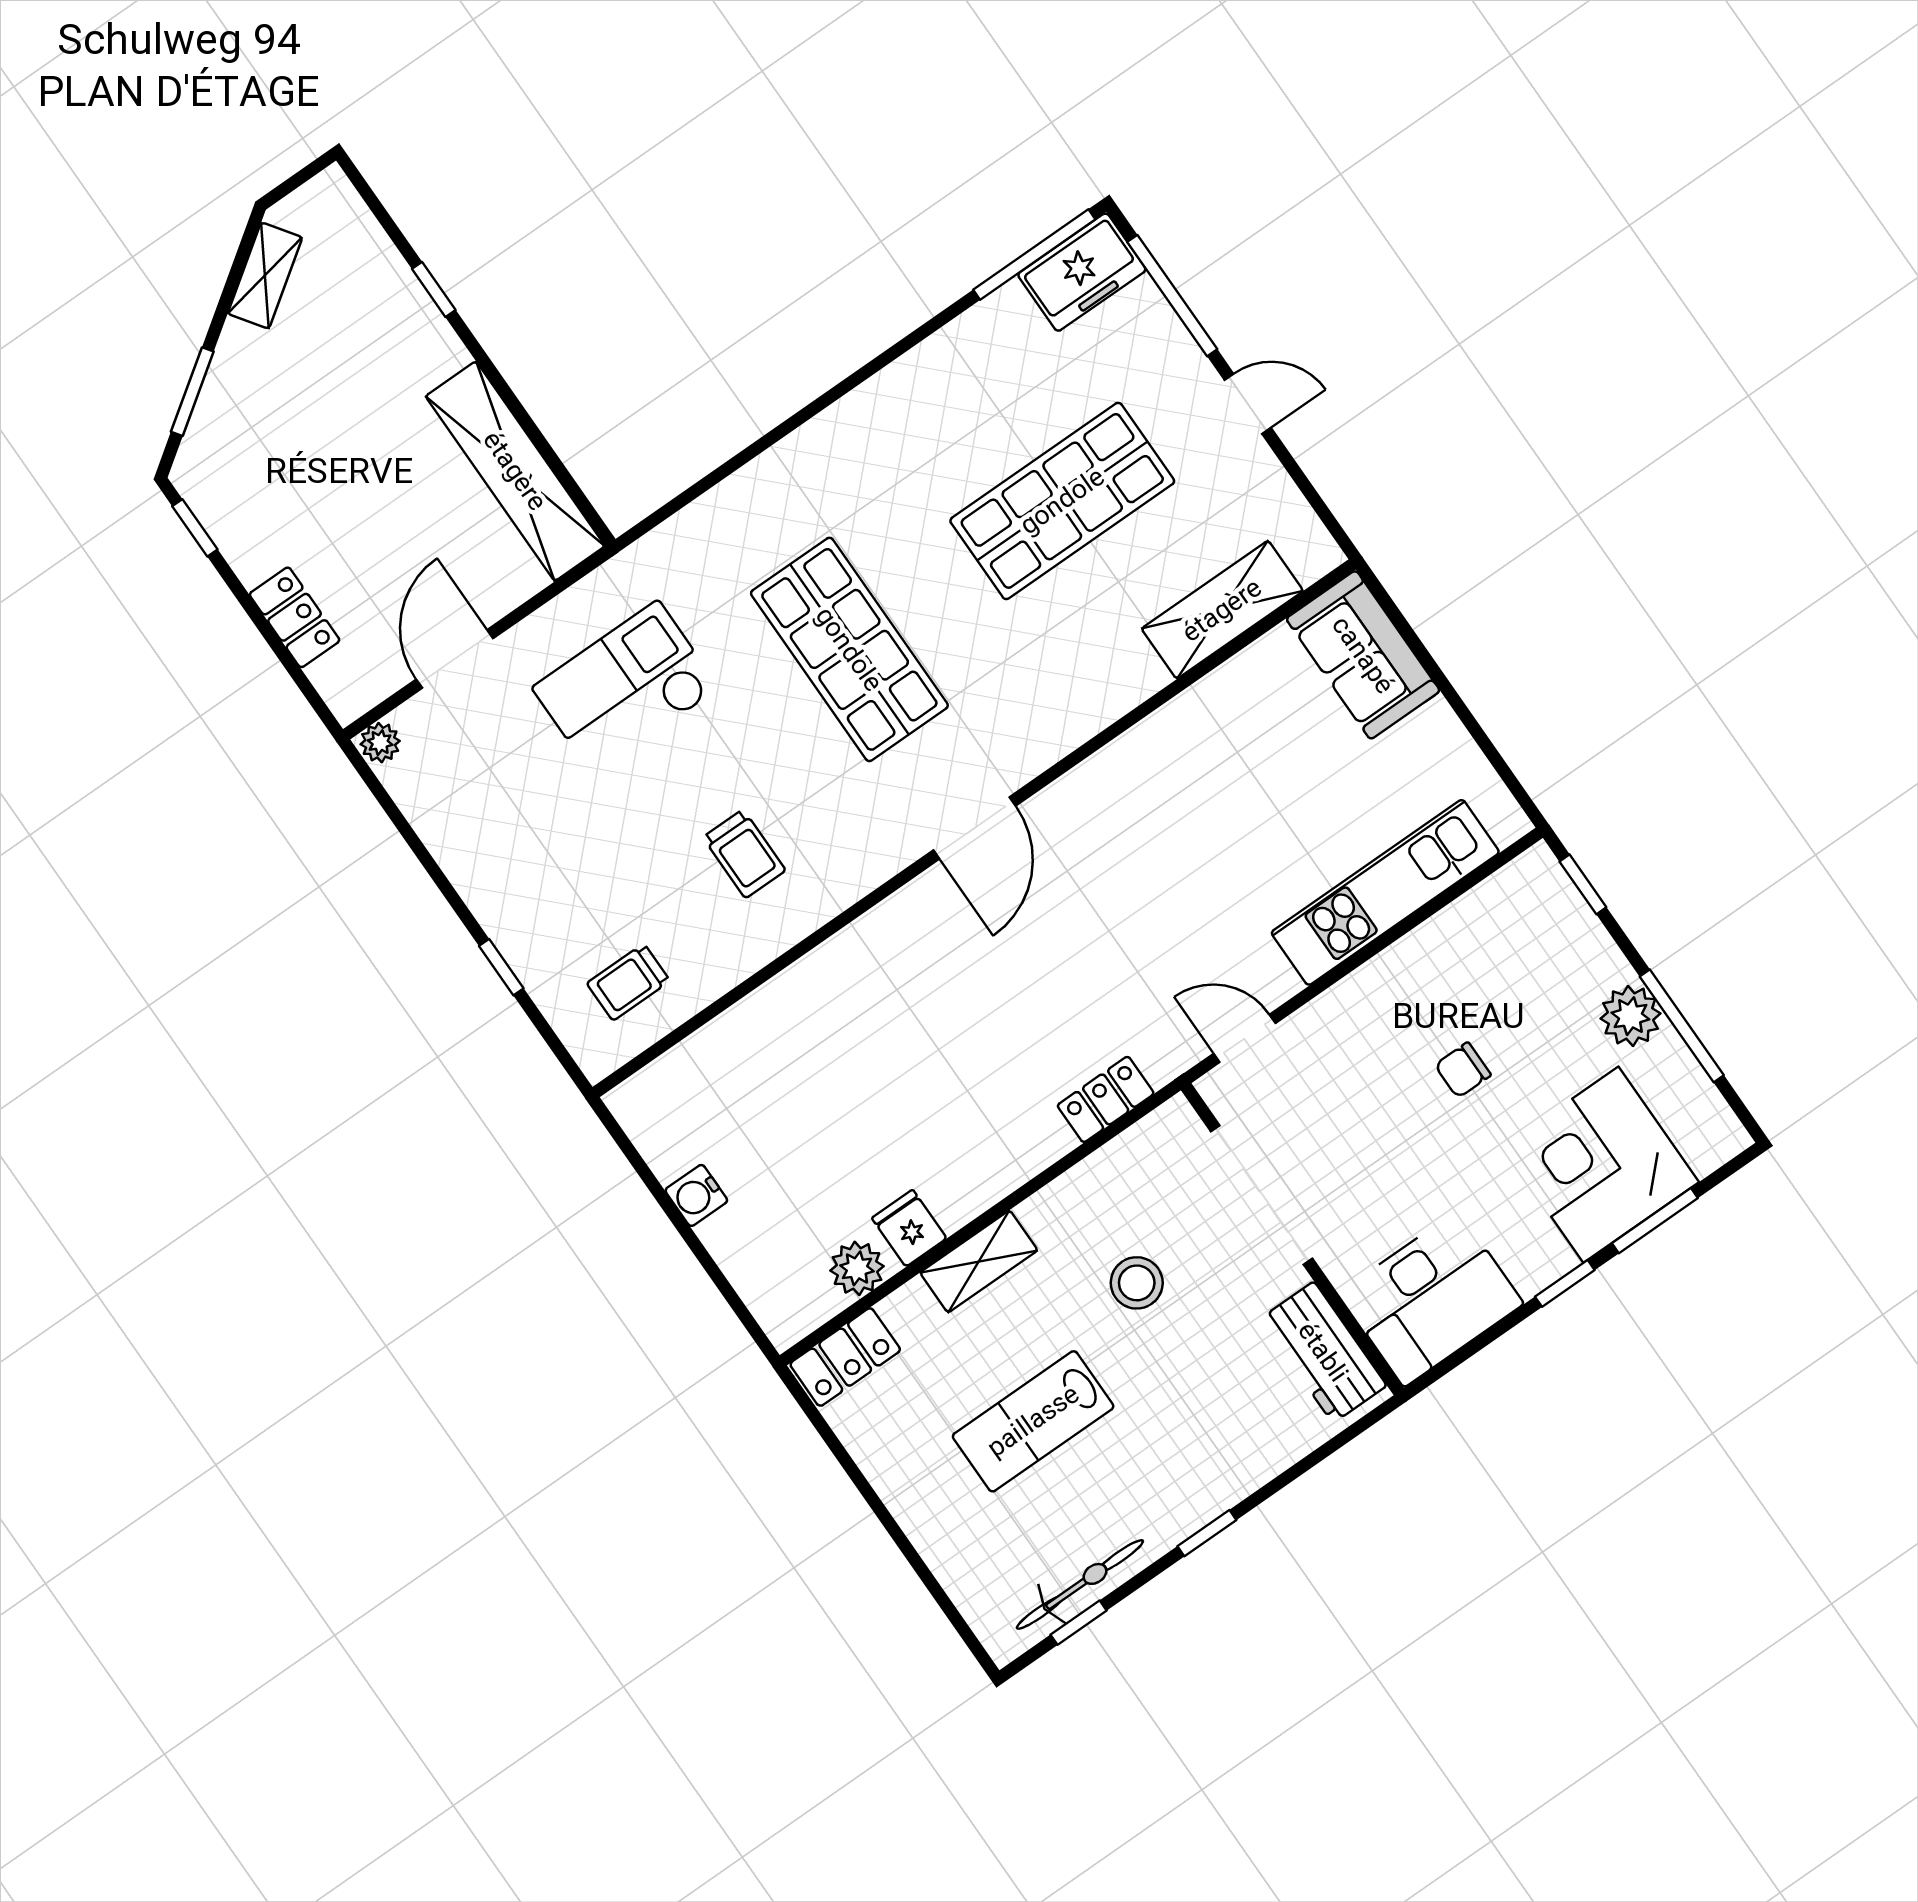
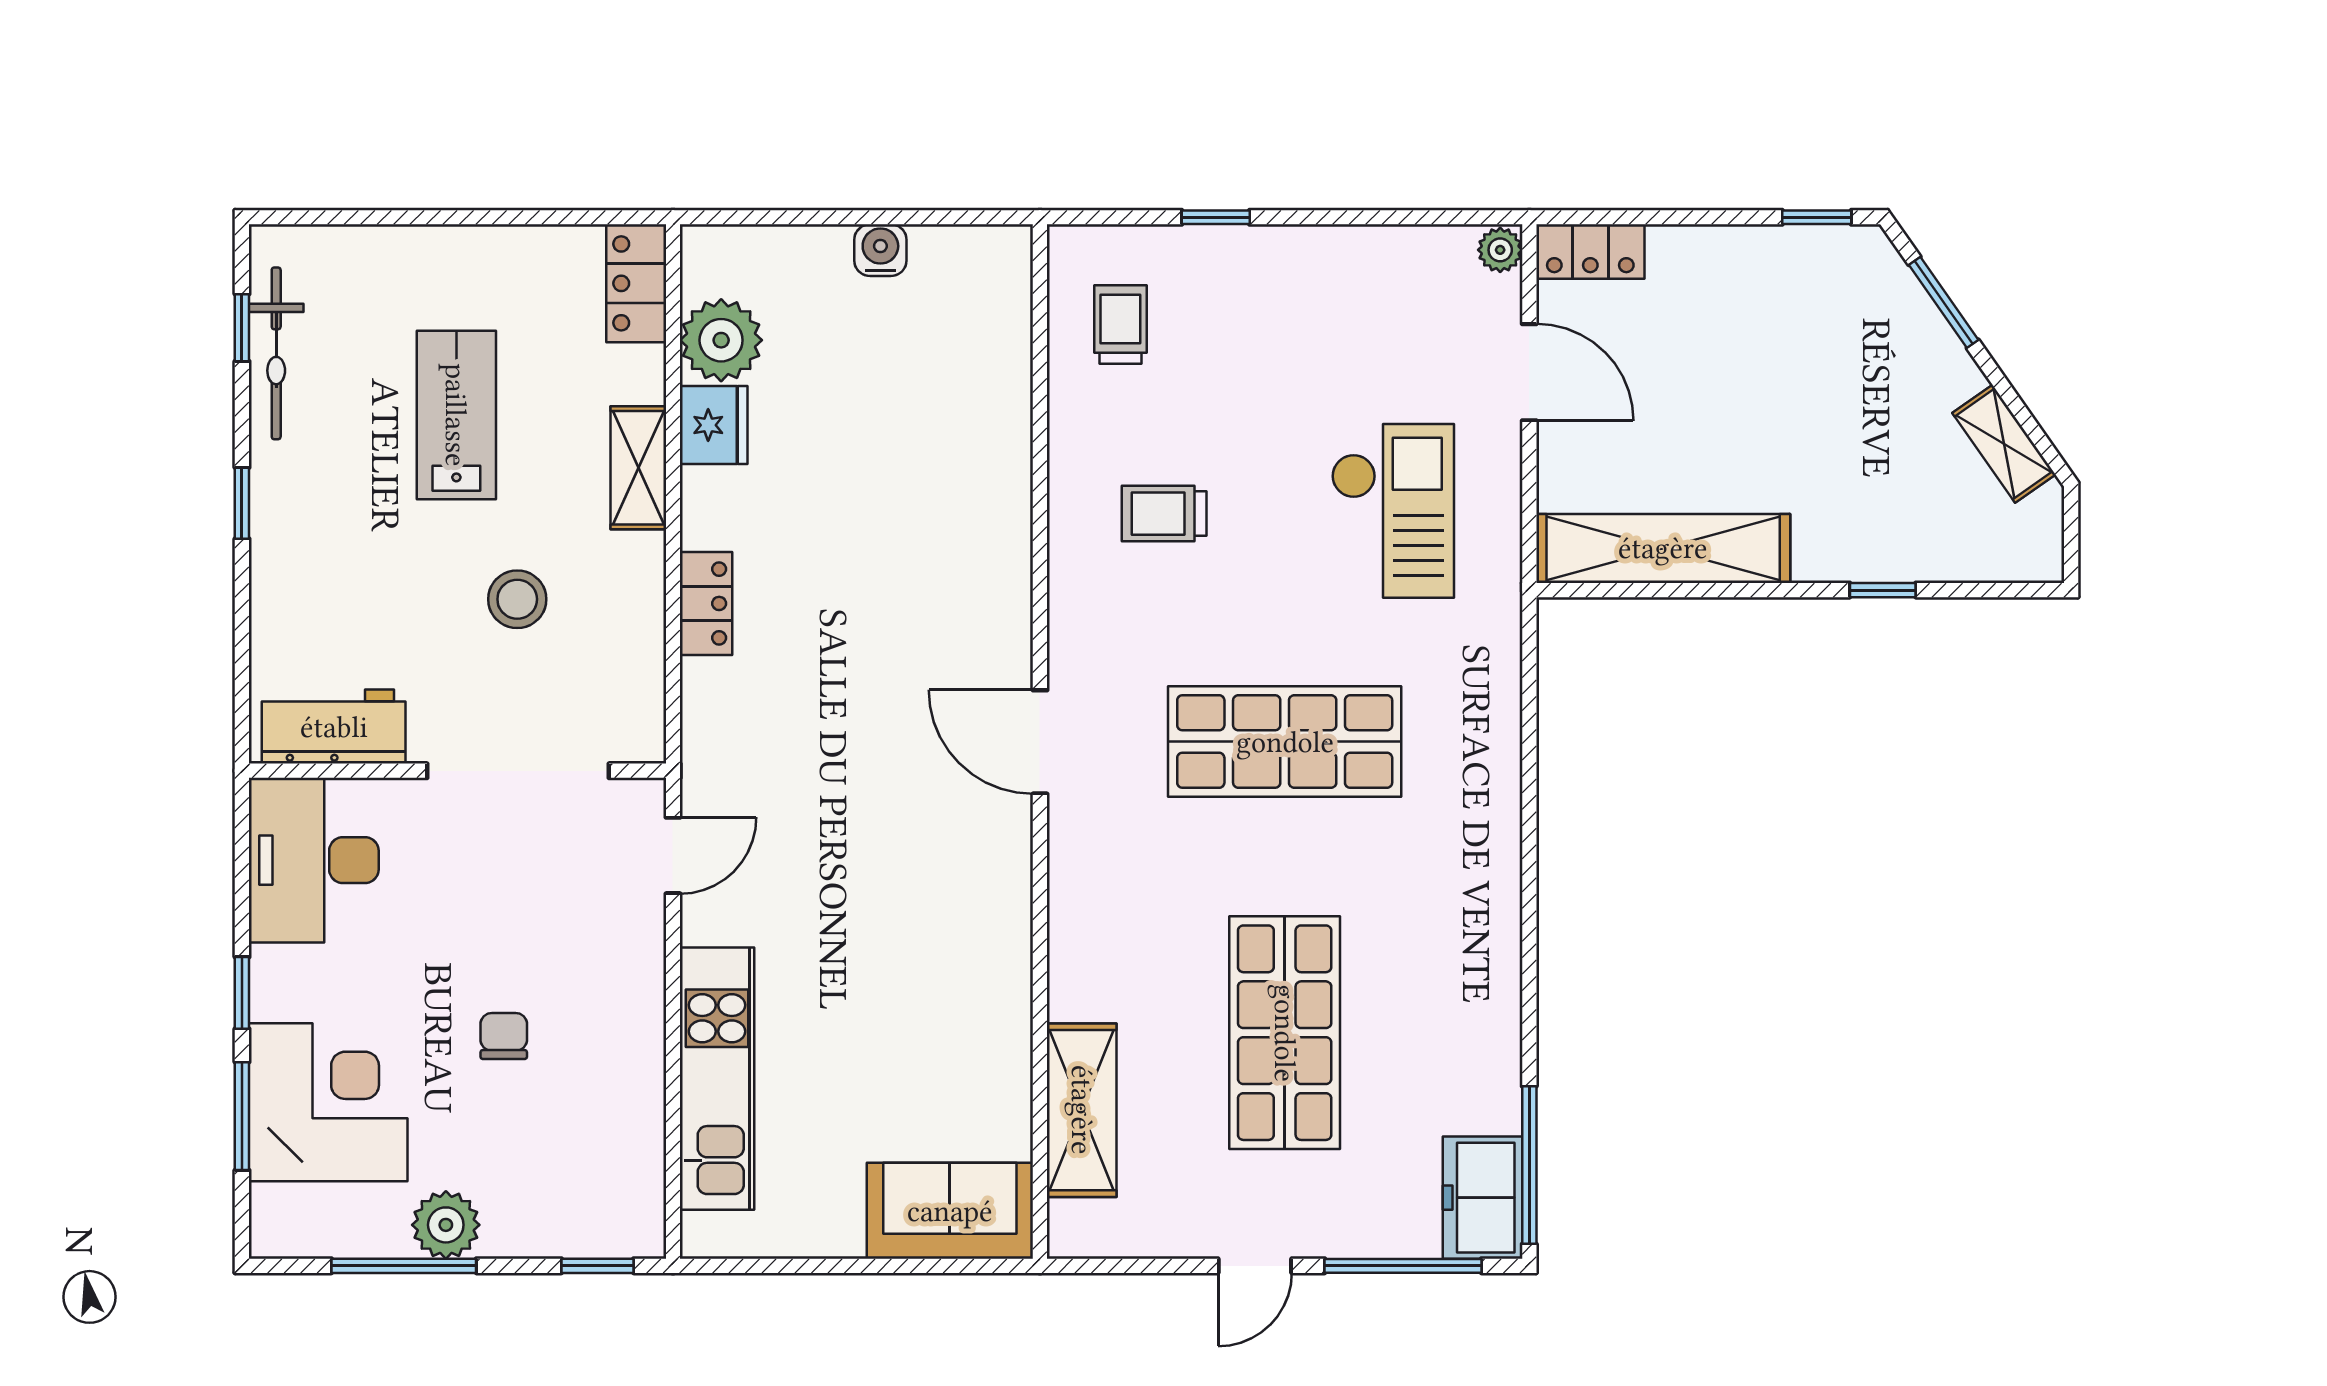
locker: (295, 617) -> (1590, 252), moved
locker: (1106, 1099) -> (706, 603), moved
fridge: (909, 1228) -> (714, 425), width x1.38
plant: (857, 1268) -> (721, 340), width x1.36, depth x1.36

